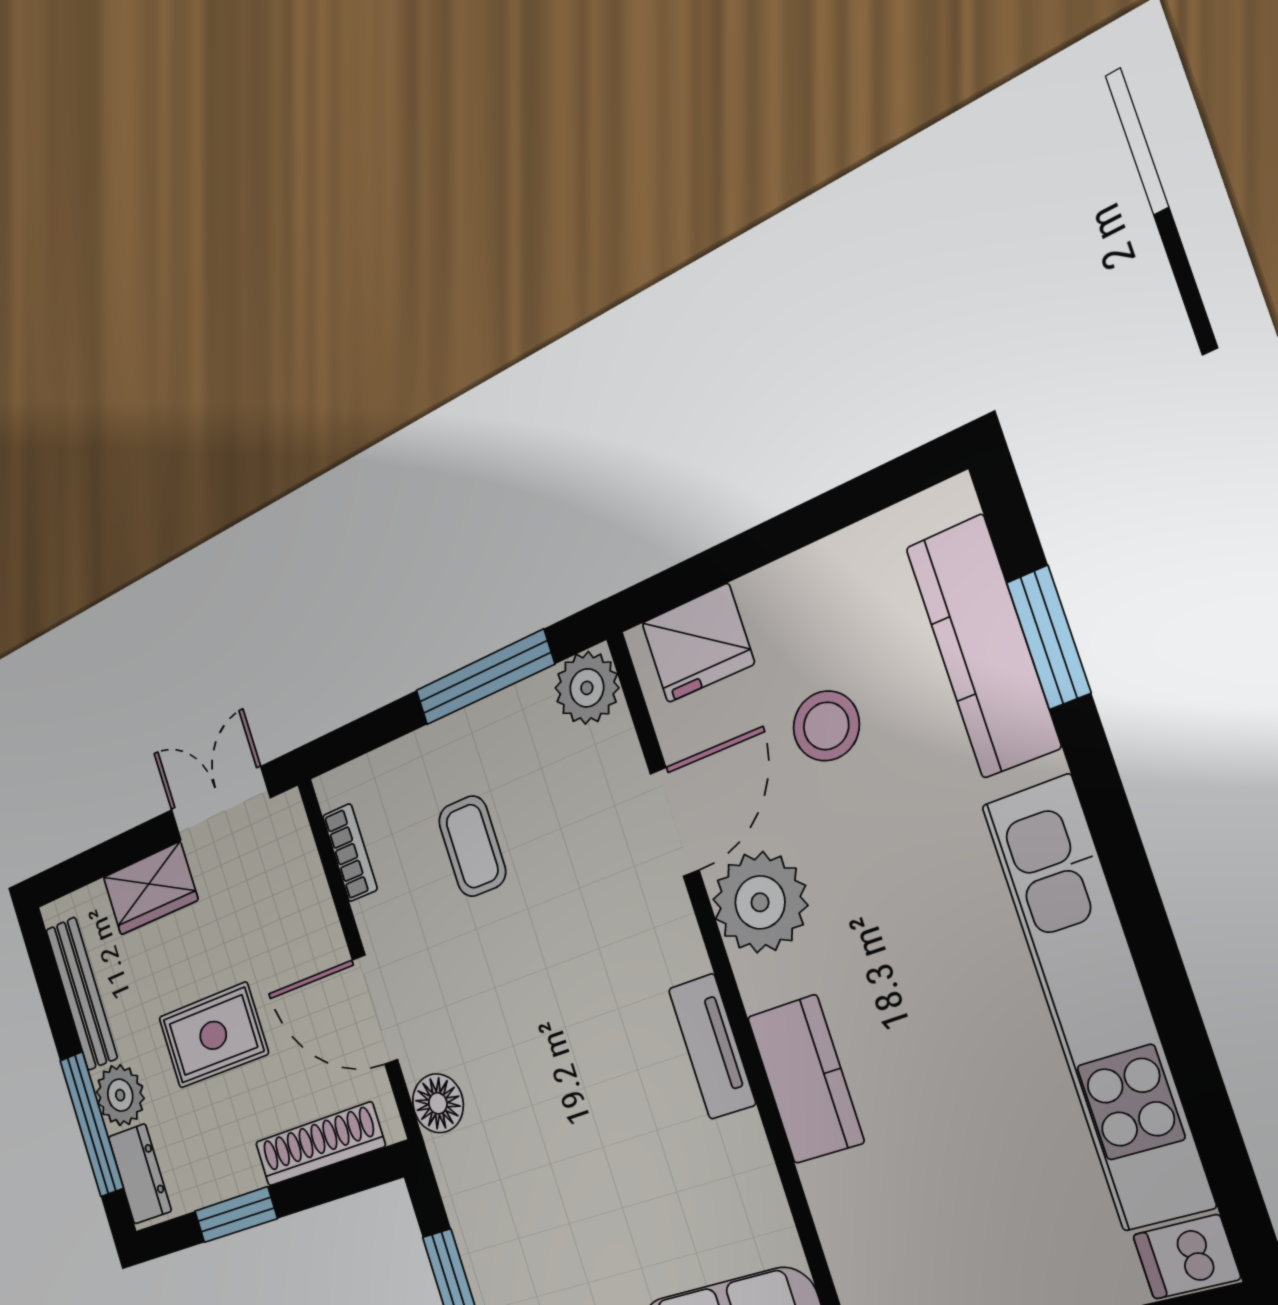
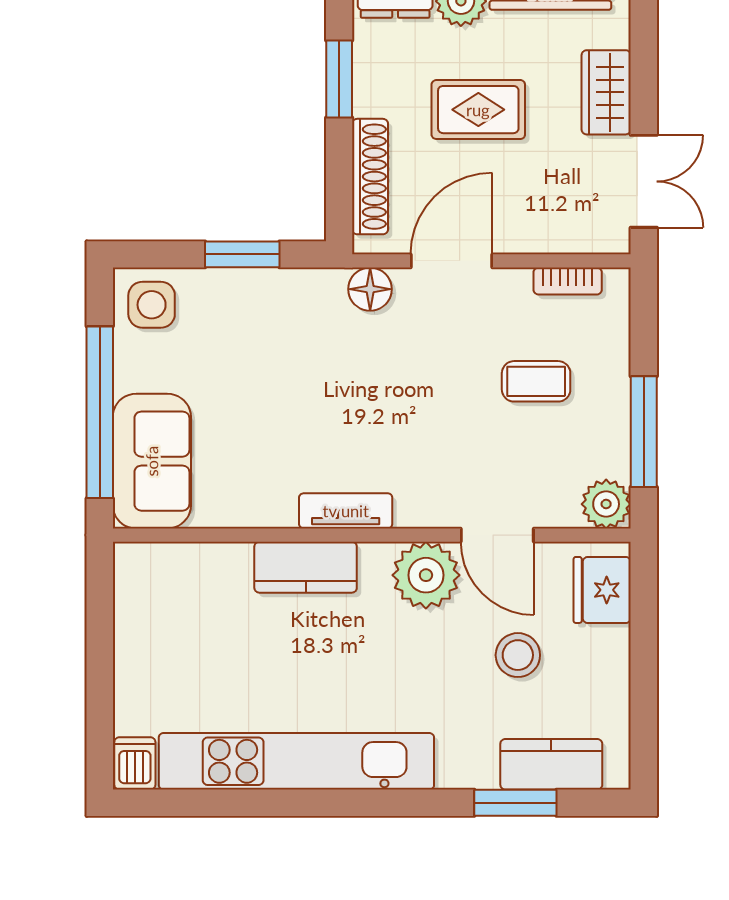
kitchen counter: (983, 647) -> (551, 764), width x0.67
rug: (213, 1035) -> (478, 110), turned 90

